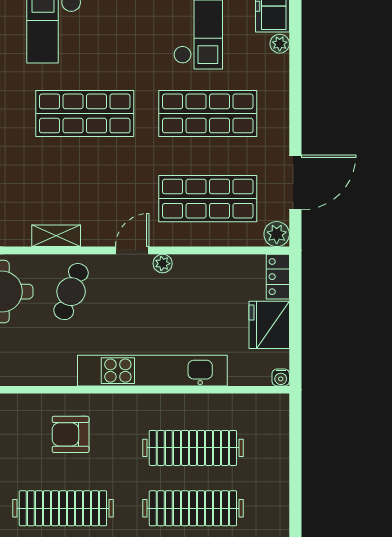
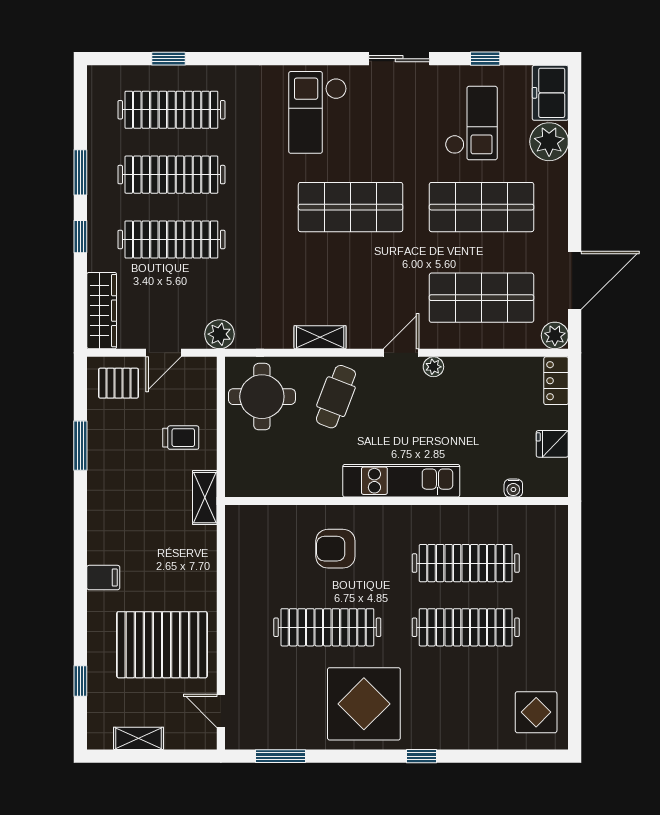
plant: (280, 44) -> (549, 142), width x1.88, depth x1.88
fridge: (269, 325) -> (552, 444), width x0.53, depth x0.75
kitchen unit: (152, 371) -> (401, 481), width x0.73
water cooler: (281, 377) -> (513, 488), moved

